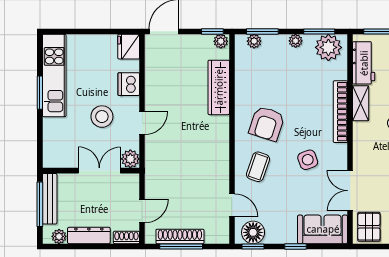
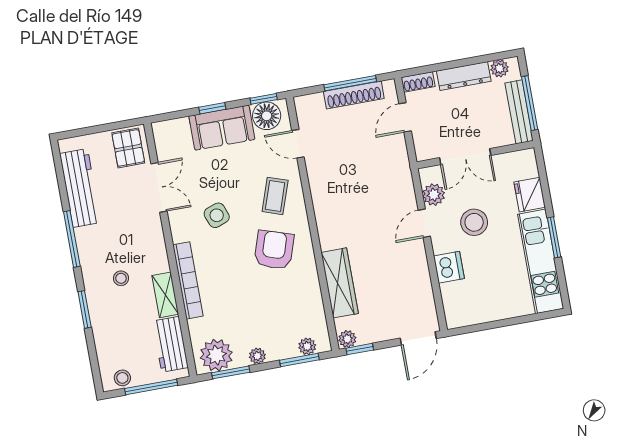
fridge: (129, 47) -> (530, 195), moved, turned 180
plant: (130, 159) -> (434, 195), moved
sofa: (323, 229) -> (222, 128), moved

